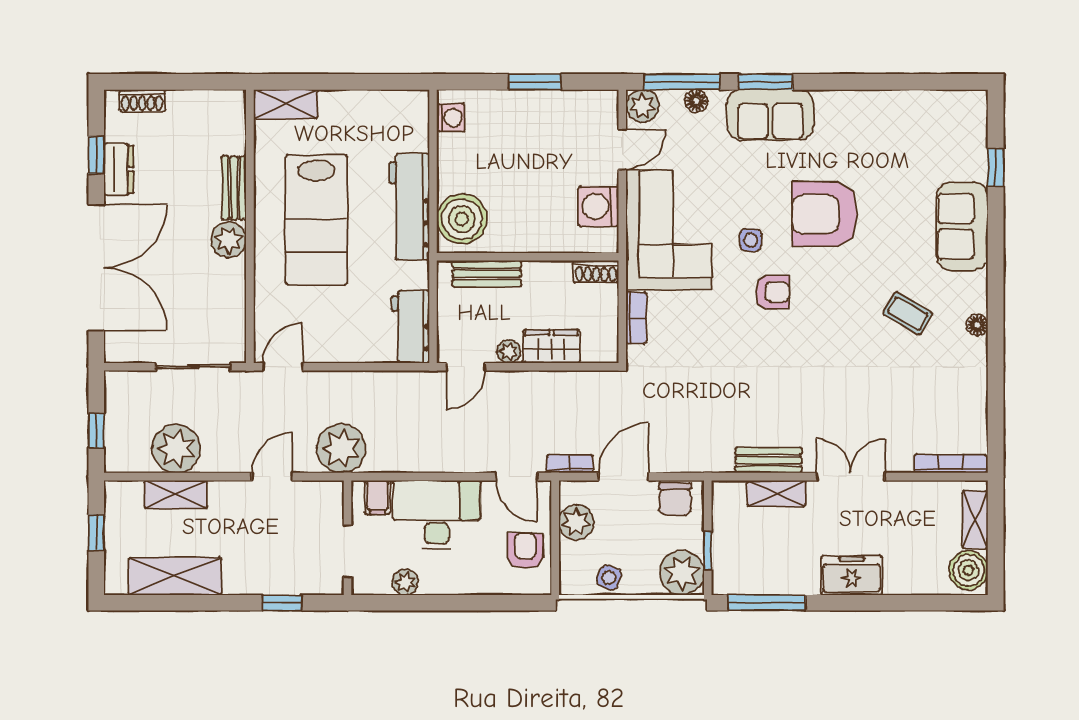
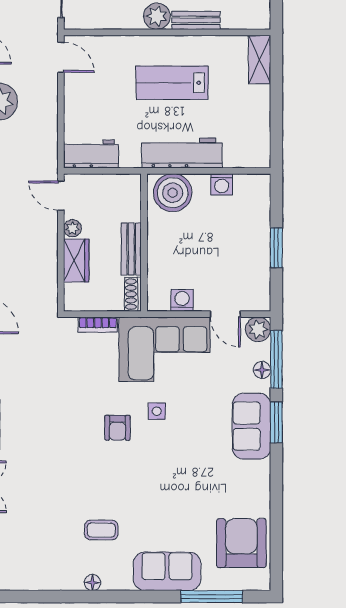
washing machine: (451, 118) -> (222, 184), moved
window: (996, 167) -> (212, 597), width x2.17
washing machine: (599, 207) -> (182, 300), width x0.73, depth x0.73
armchair: (824, 214) -> (241, 543), moved
lab bench: (316, 220) -> (172, 83), width x0.73, depth x0.72
bench: (487, 274) -> (131, 249), moved
coffee table: (908, 313) -> (101, 530), turned 60

